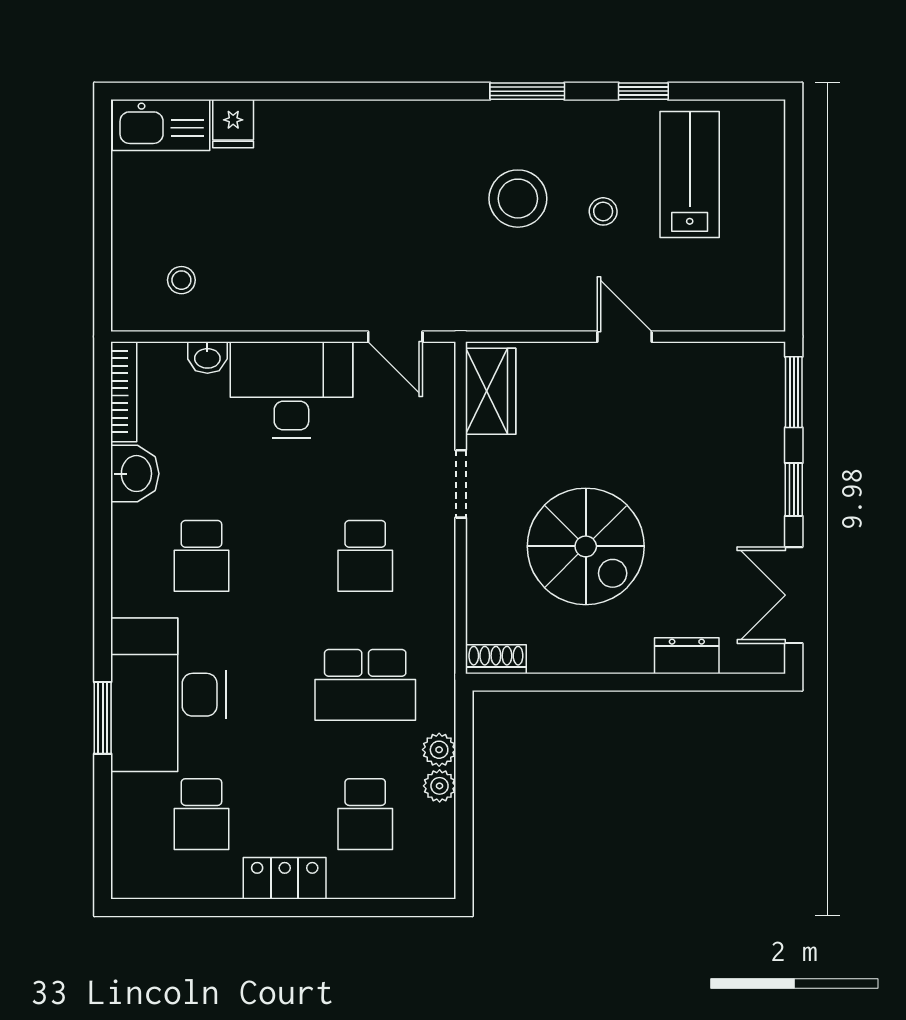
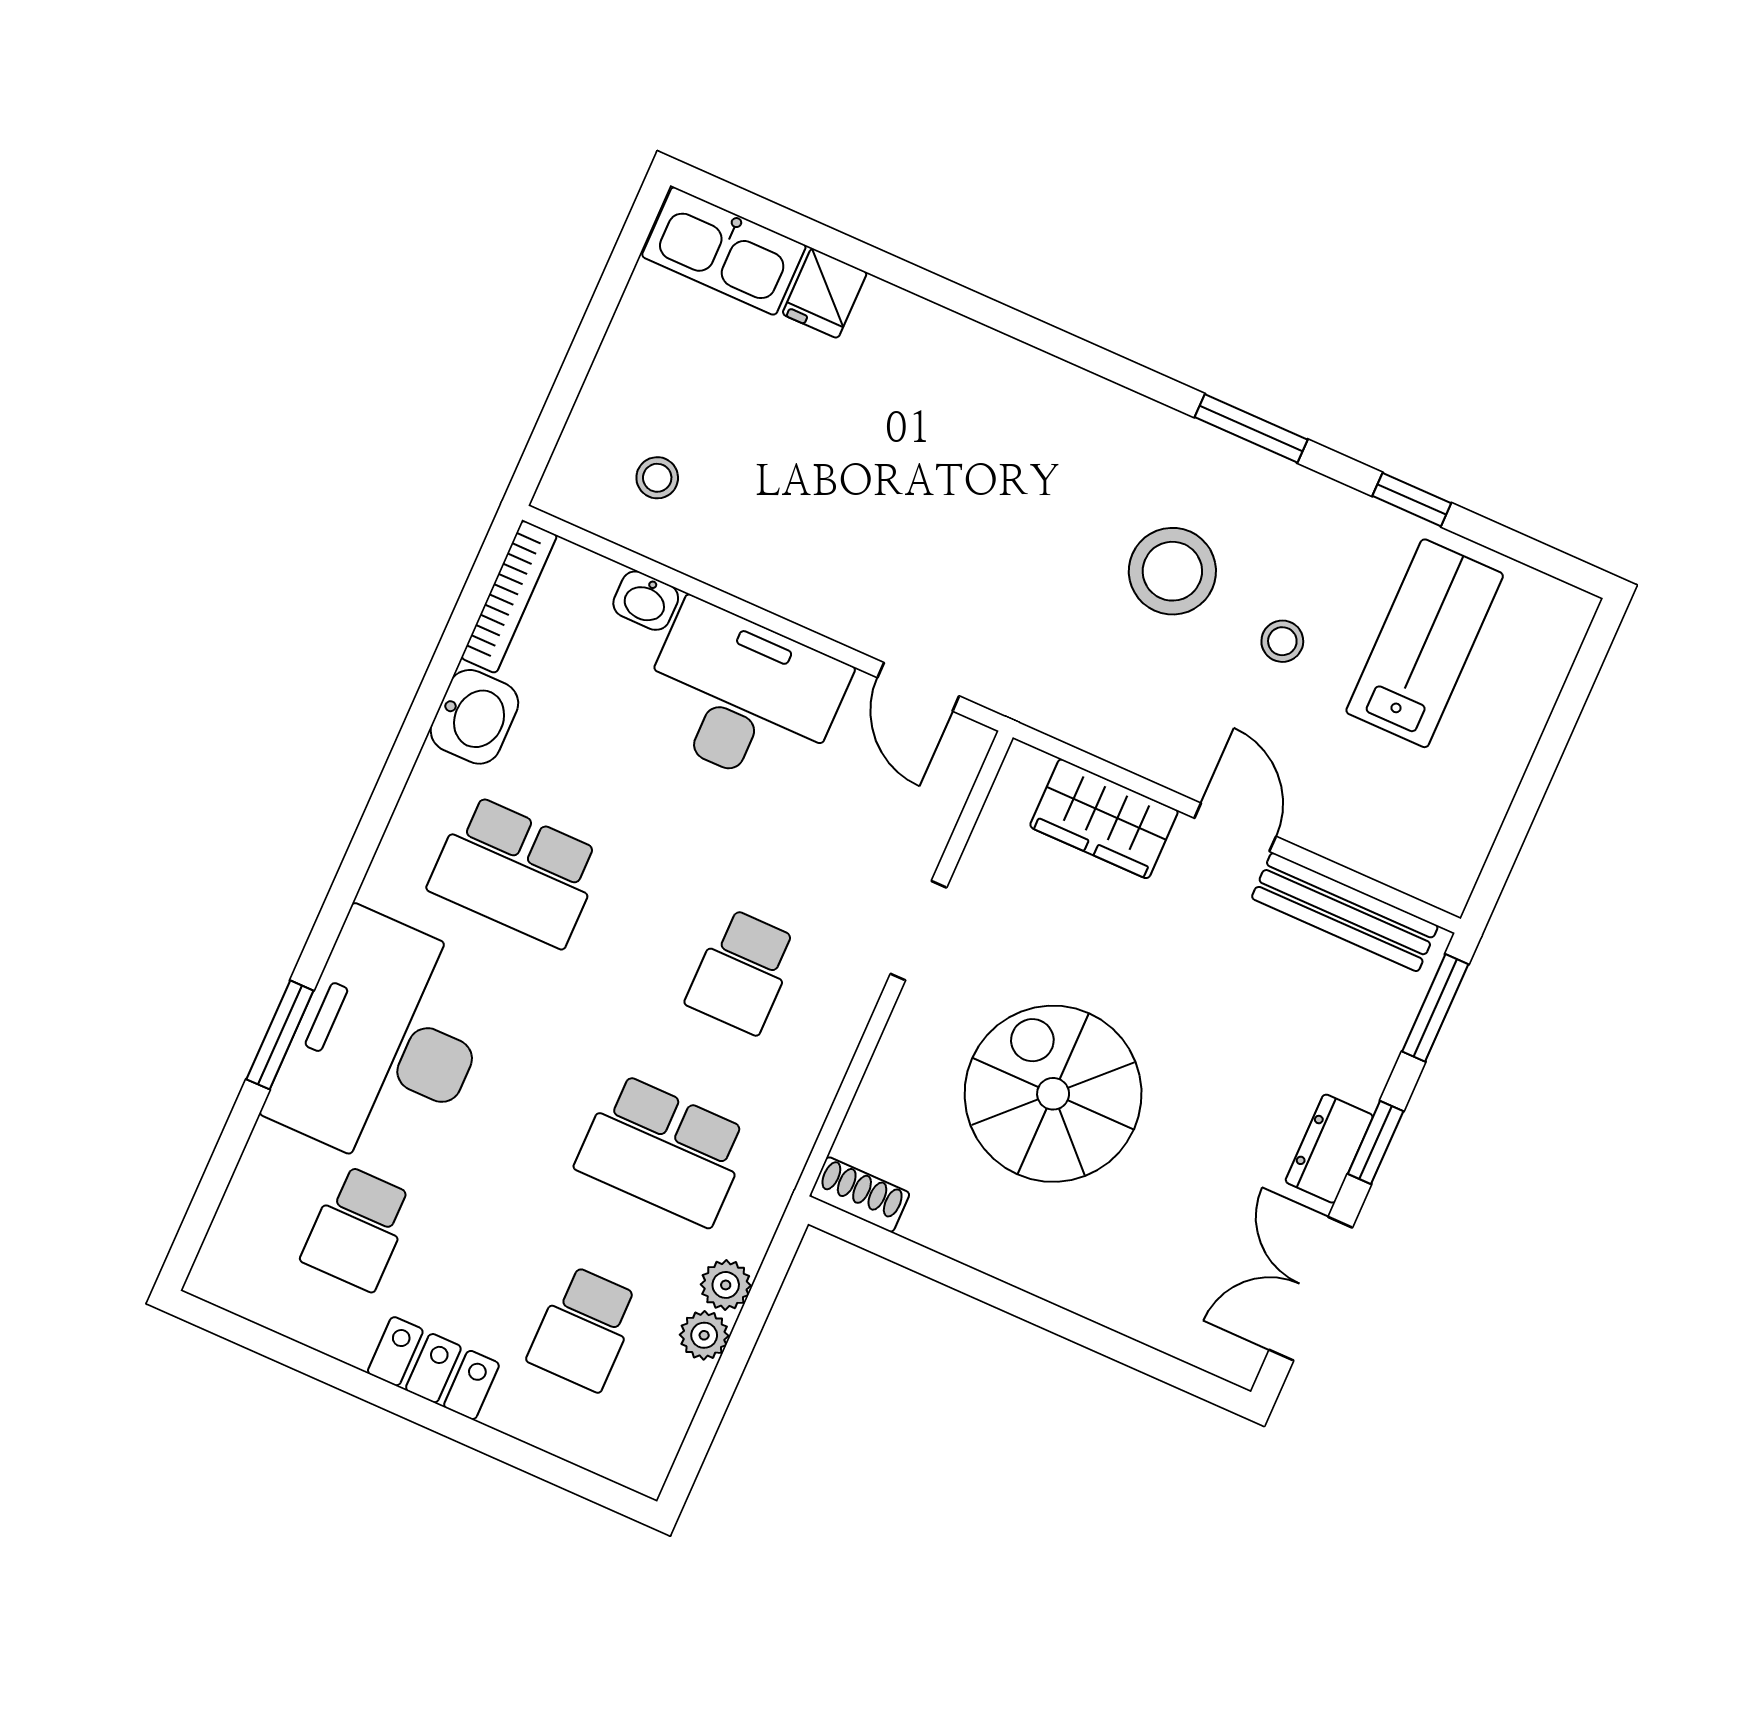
bench: (713, 358) -> (1345, 912), added
wardrobe: (491, 391) -> (1104, 819), moved, turned 90
spiral stairs: (586, 546) -> (1053, 1094), turned 180
school desk: (201, 556) -> (516, 871), width x1.85
dresser: (687, 656) -> (1329, 1149), moved, turned -90

